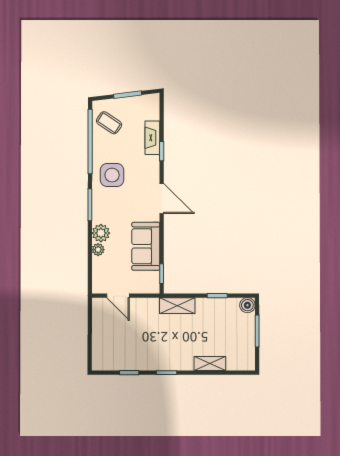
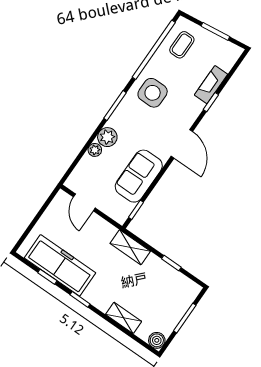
coffee table: (109, 123) -> (182, 45), turned 56
boiler: (247, 305) -> (157, 340), moved
freezer: (133, 357) -> (60, 265), added

